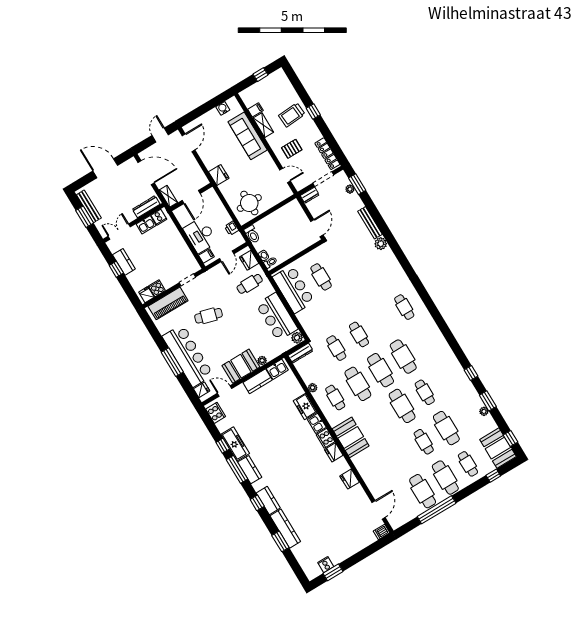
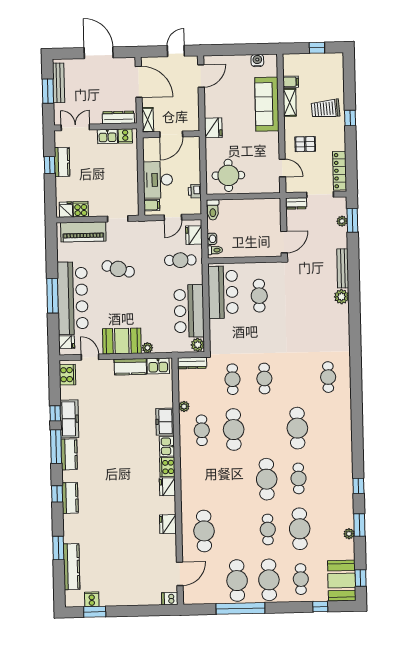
cafe table: (381, 370) -> (204, 531), moved
booth: (351, 437) -> (194, 481), removed
kitchen counter: (285, 529) -> (72, 567), moved

